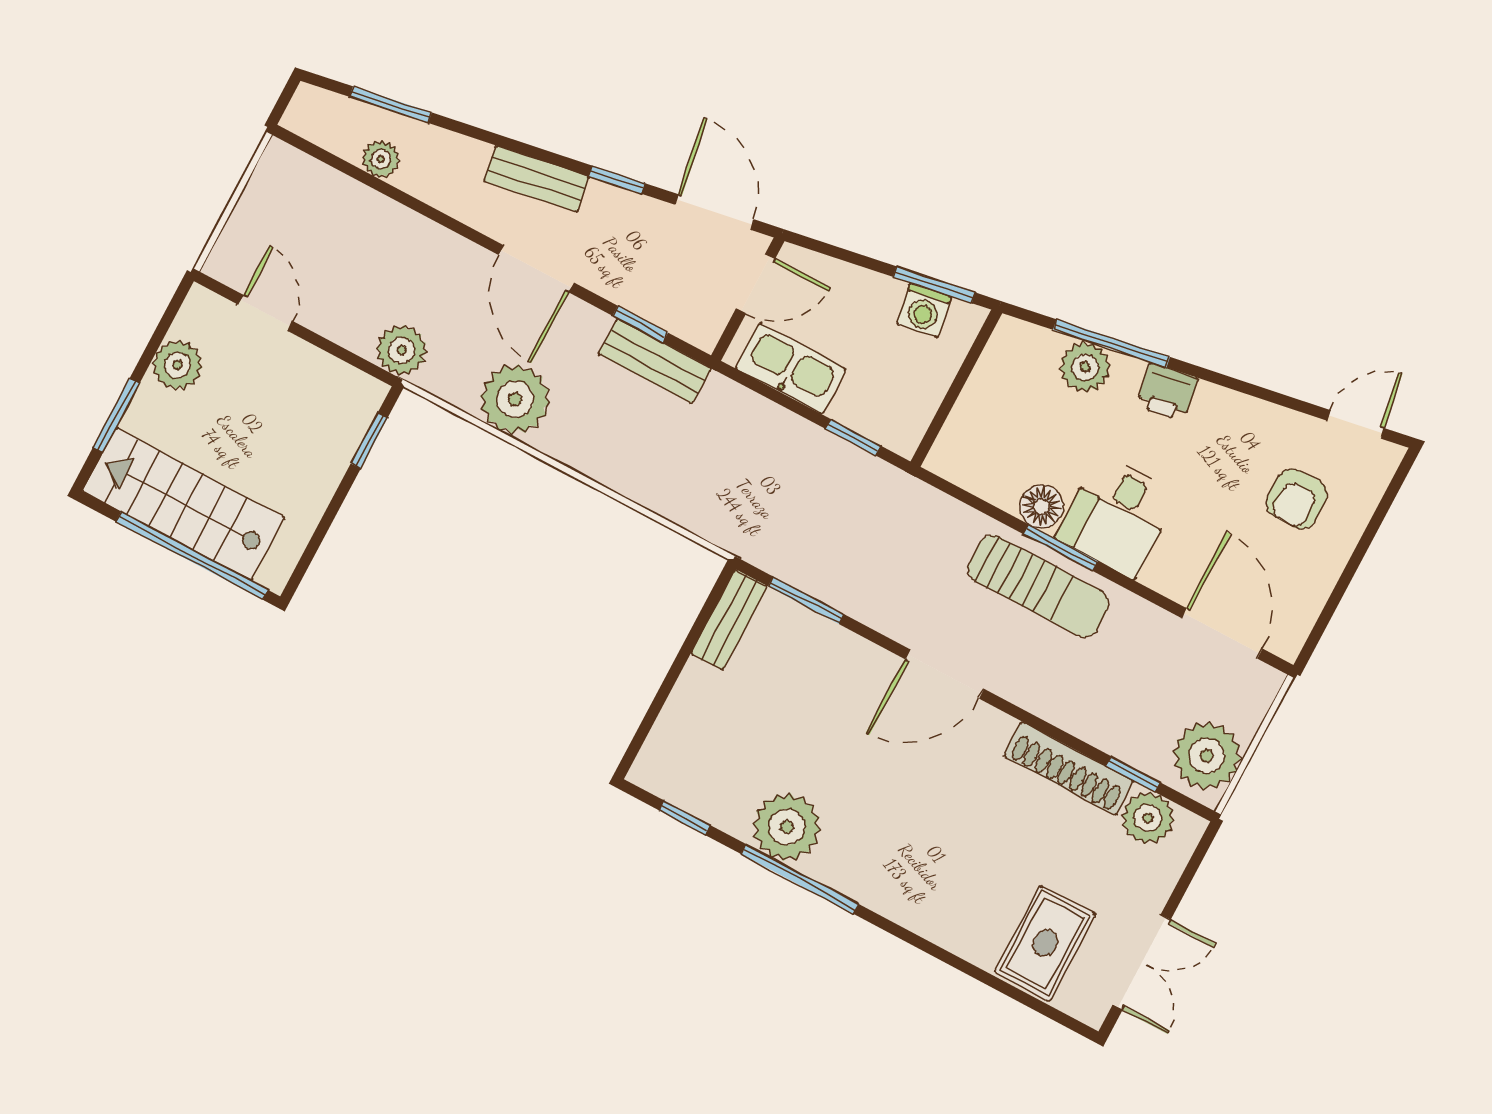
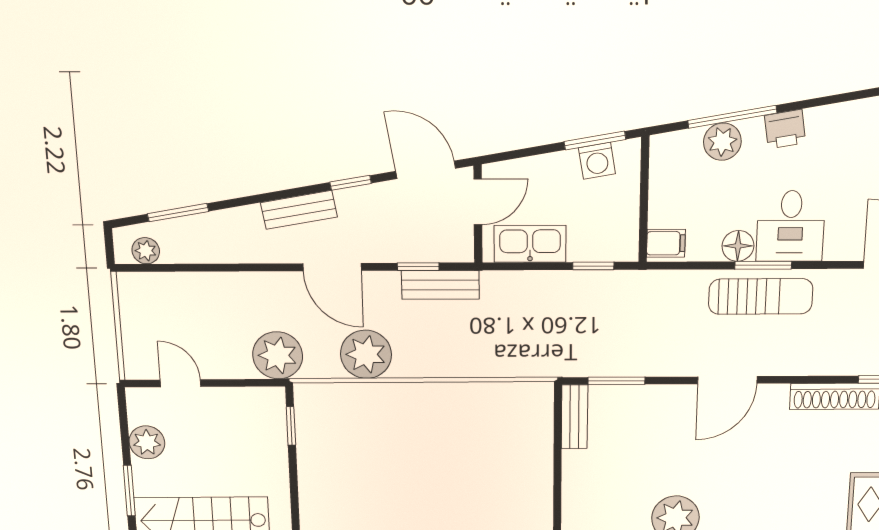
plant: (381, 159) -> (146, 251), moved
plant: (402, 350) -> (278, 355), width x1.36, depth x1.36
filing cabinet: (956, 456) -> (666, 243), added

